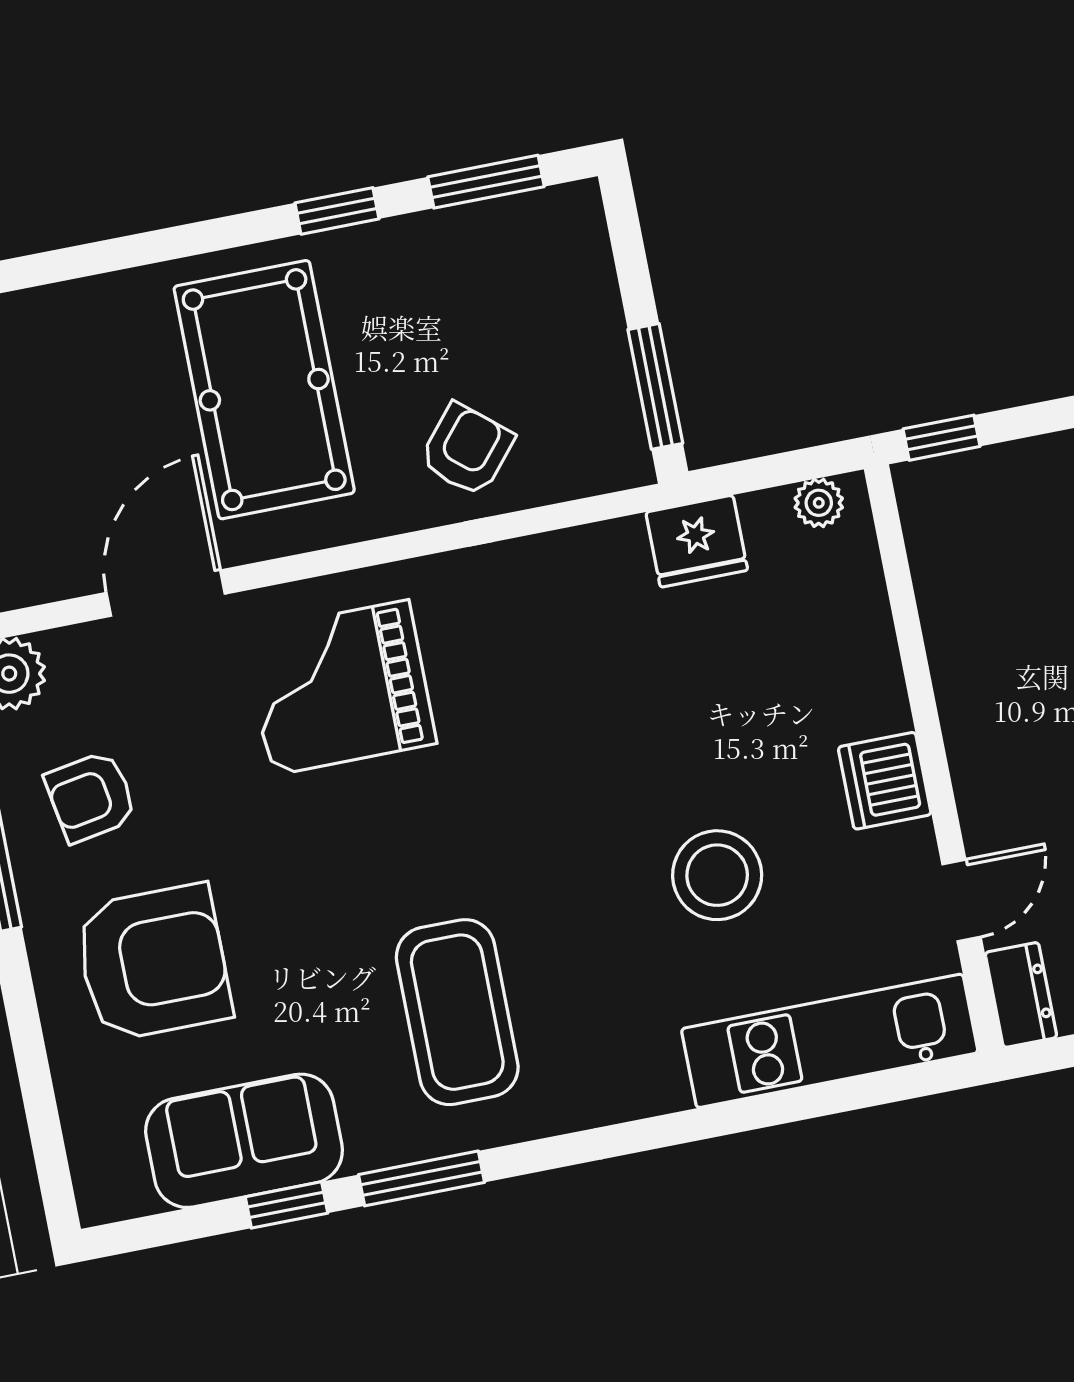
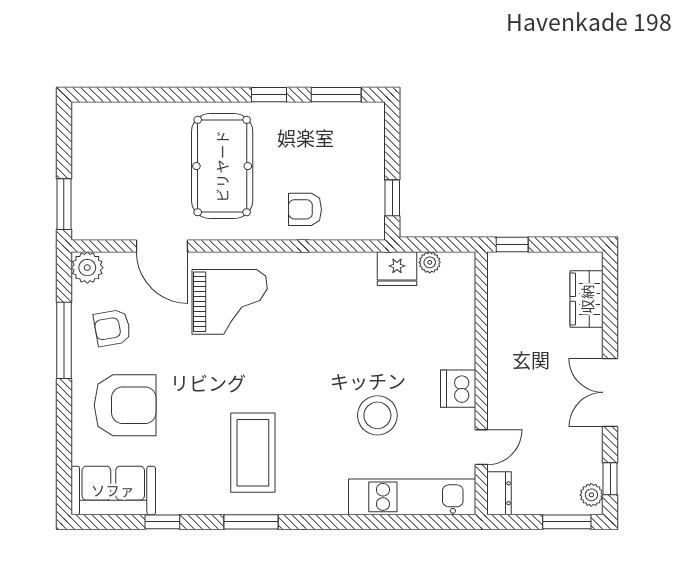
window: (655, 386) -> (392, 198), width x0.67
armchair: (467, 450) -> (305, 209), turned -130
plant: (819, 503) -> (430, 262), moved
door: (166, 593) -> (162, 246), swing flipped
grand piano: (340, 688) -> (230, 302), turned 180
sofa: (244, 1141) -> (113, 490), moved
window: (422, 1178) -> (251, 522), moved

